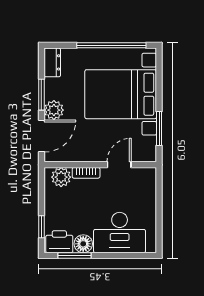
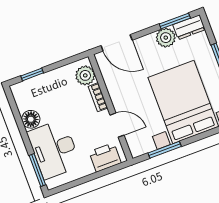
window: (41, 95) -> (175, 21), moved
plant: (54, 110) -> (166, 38), moved
printer: (59, 242) -> (105, 157), moved, turned -90
window: (75, 256) -> (37, 170), moved

